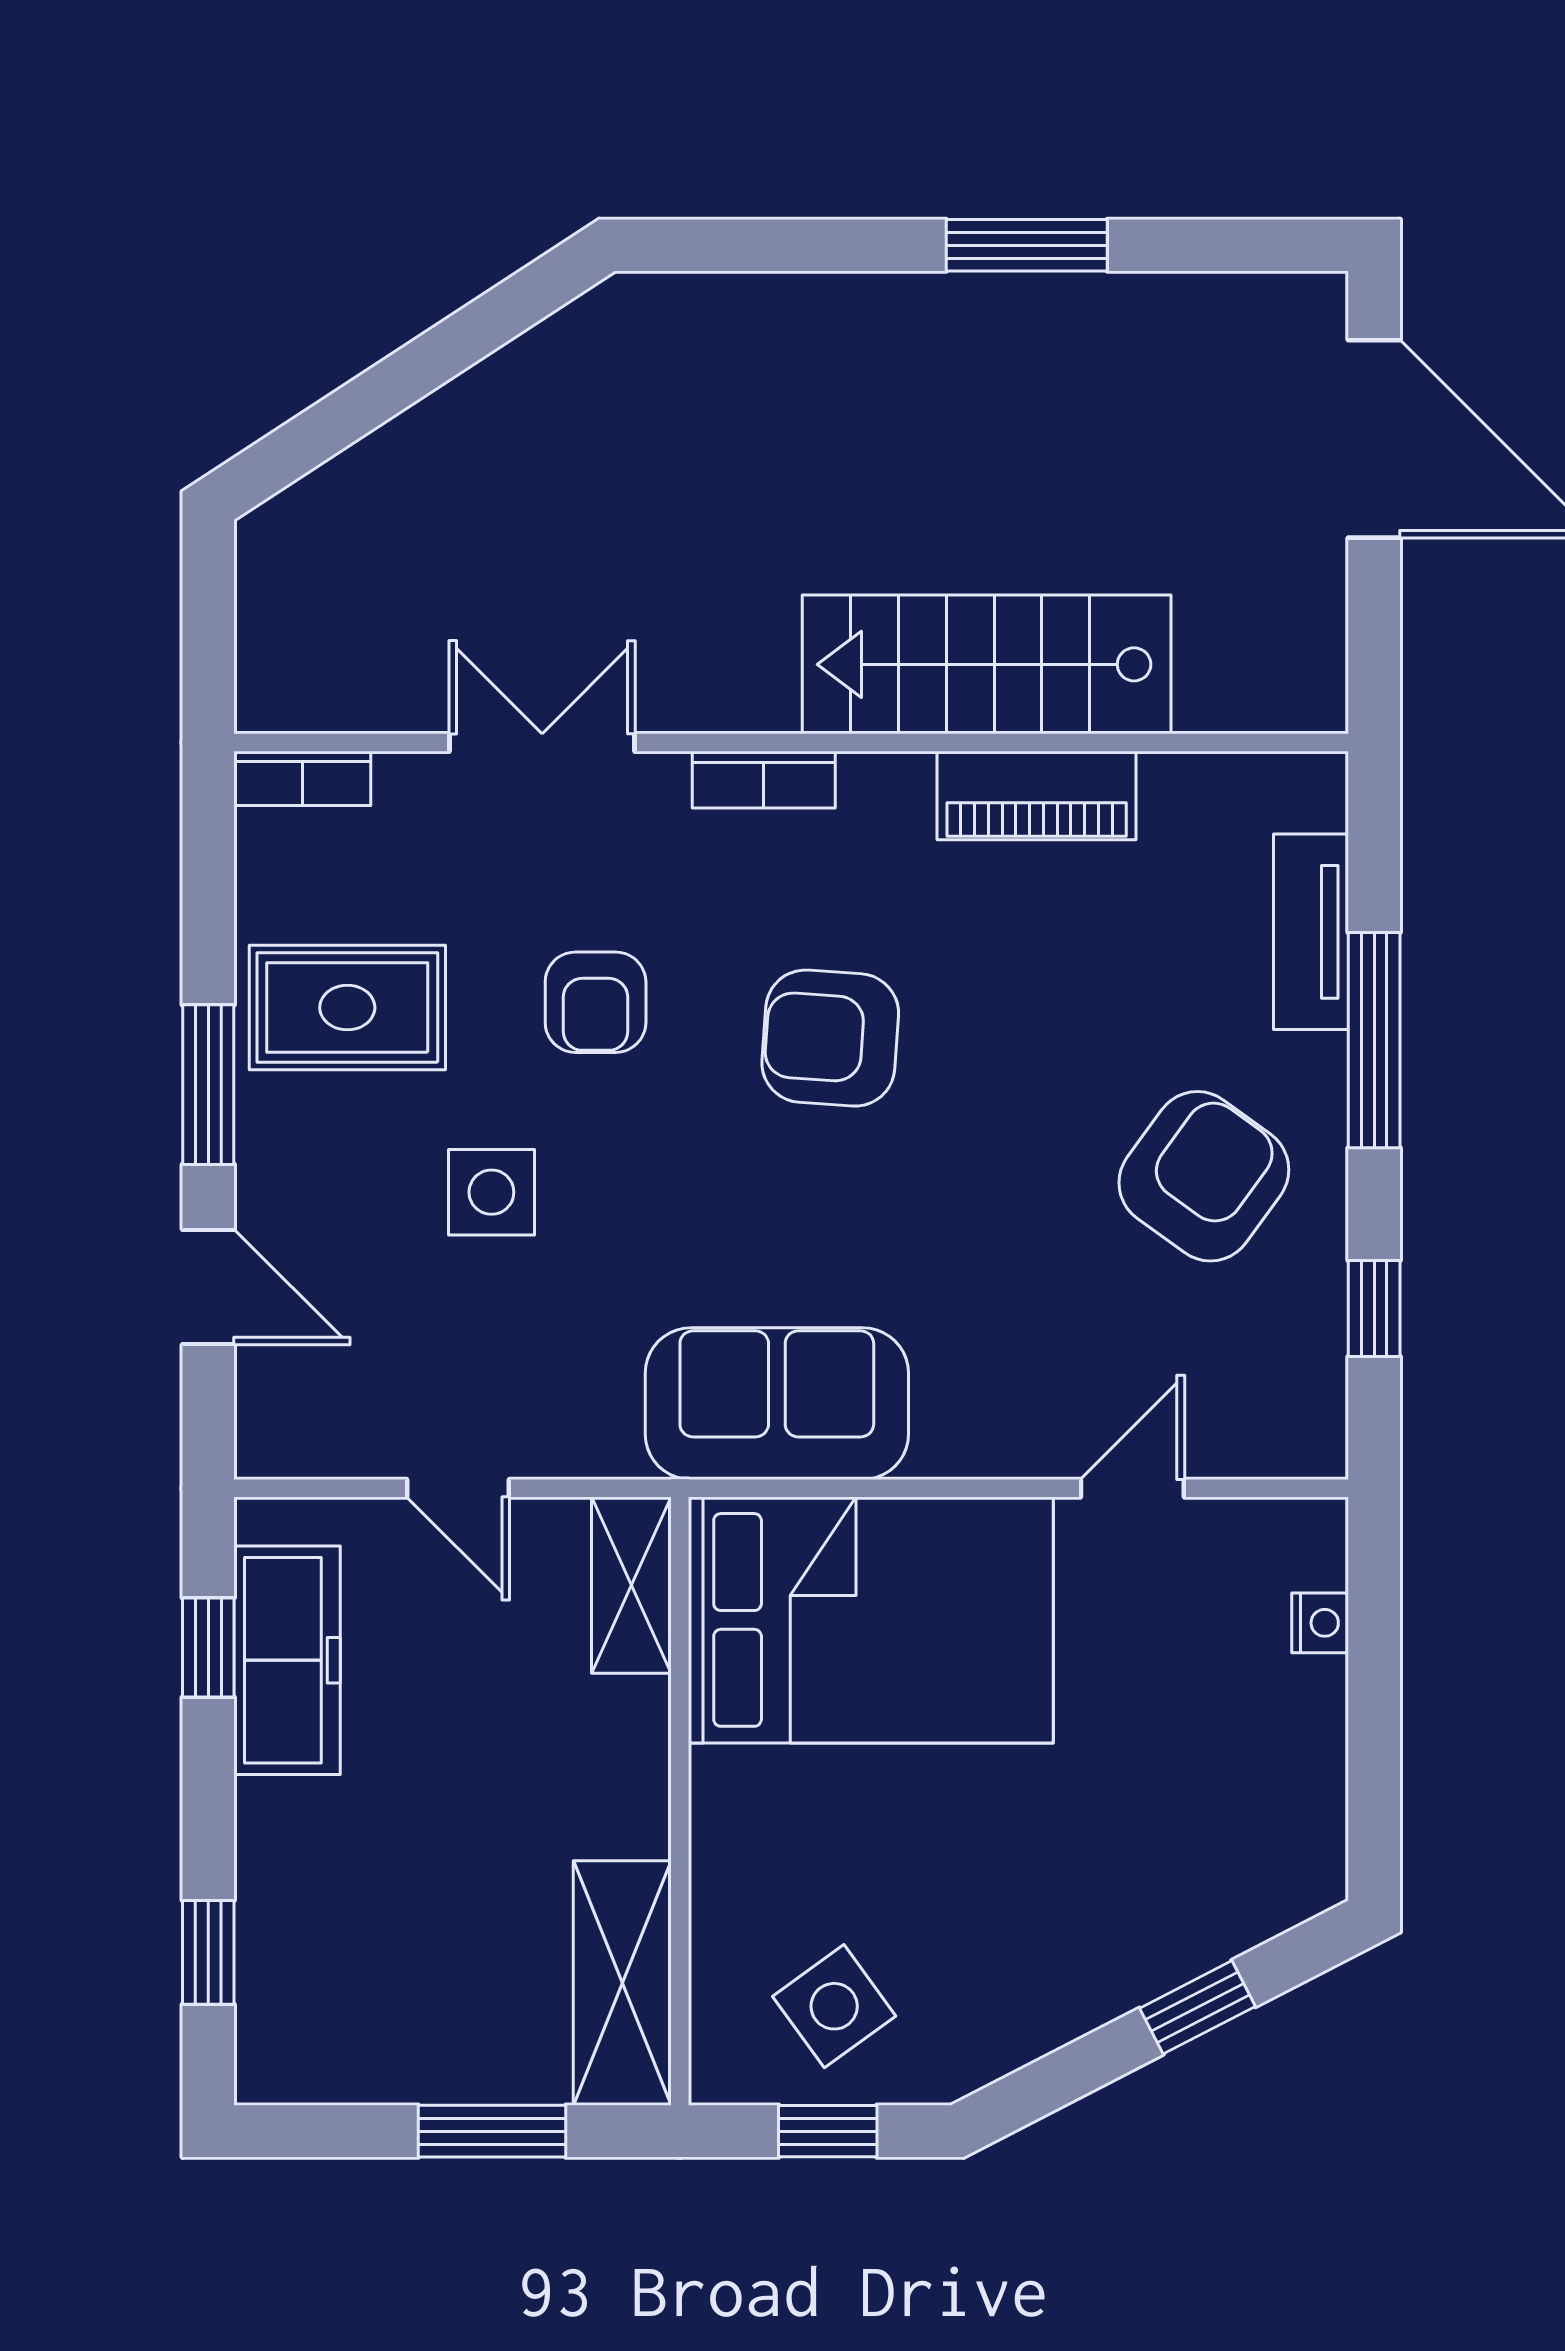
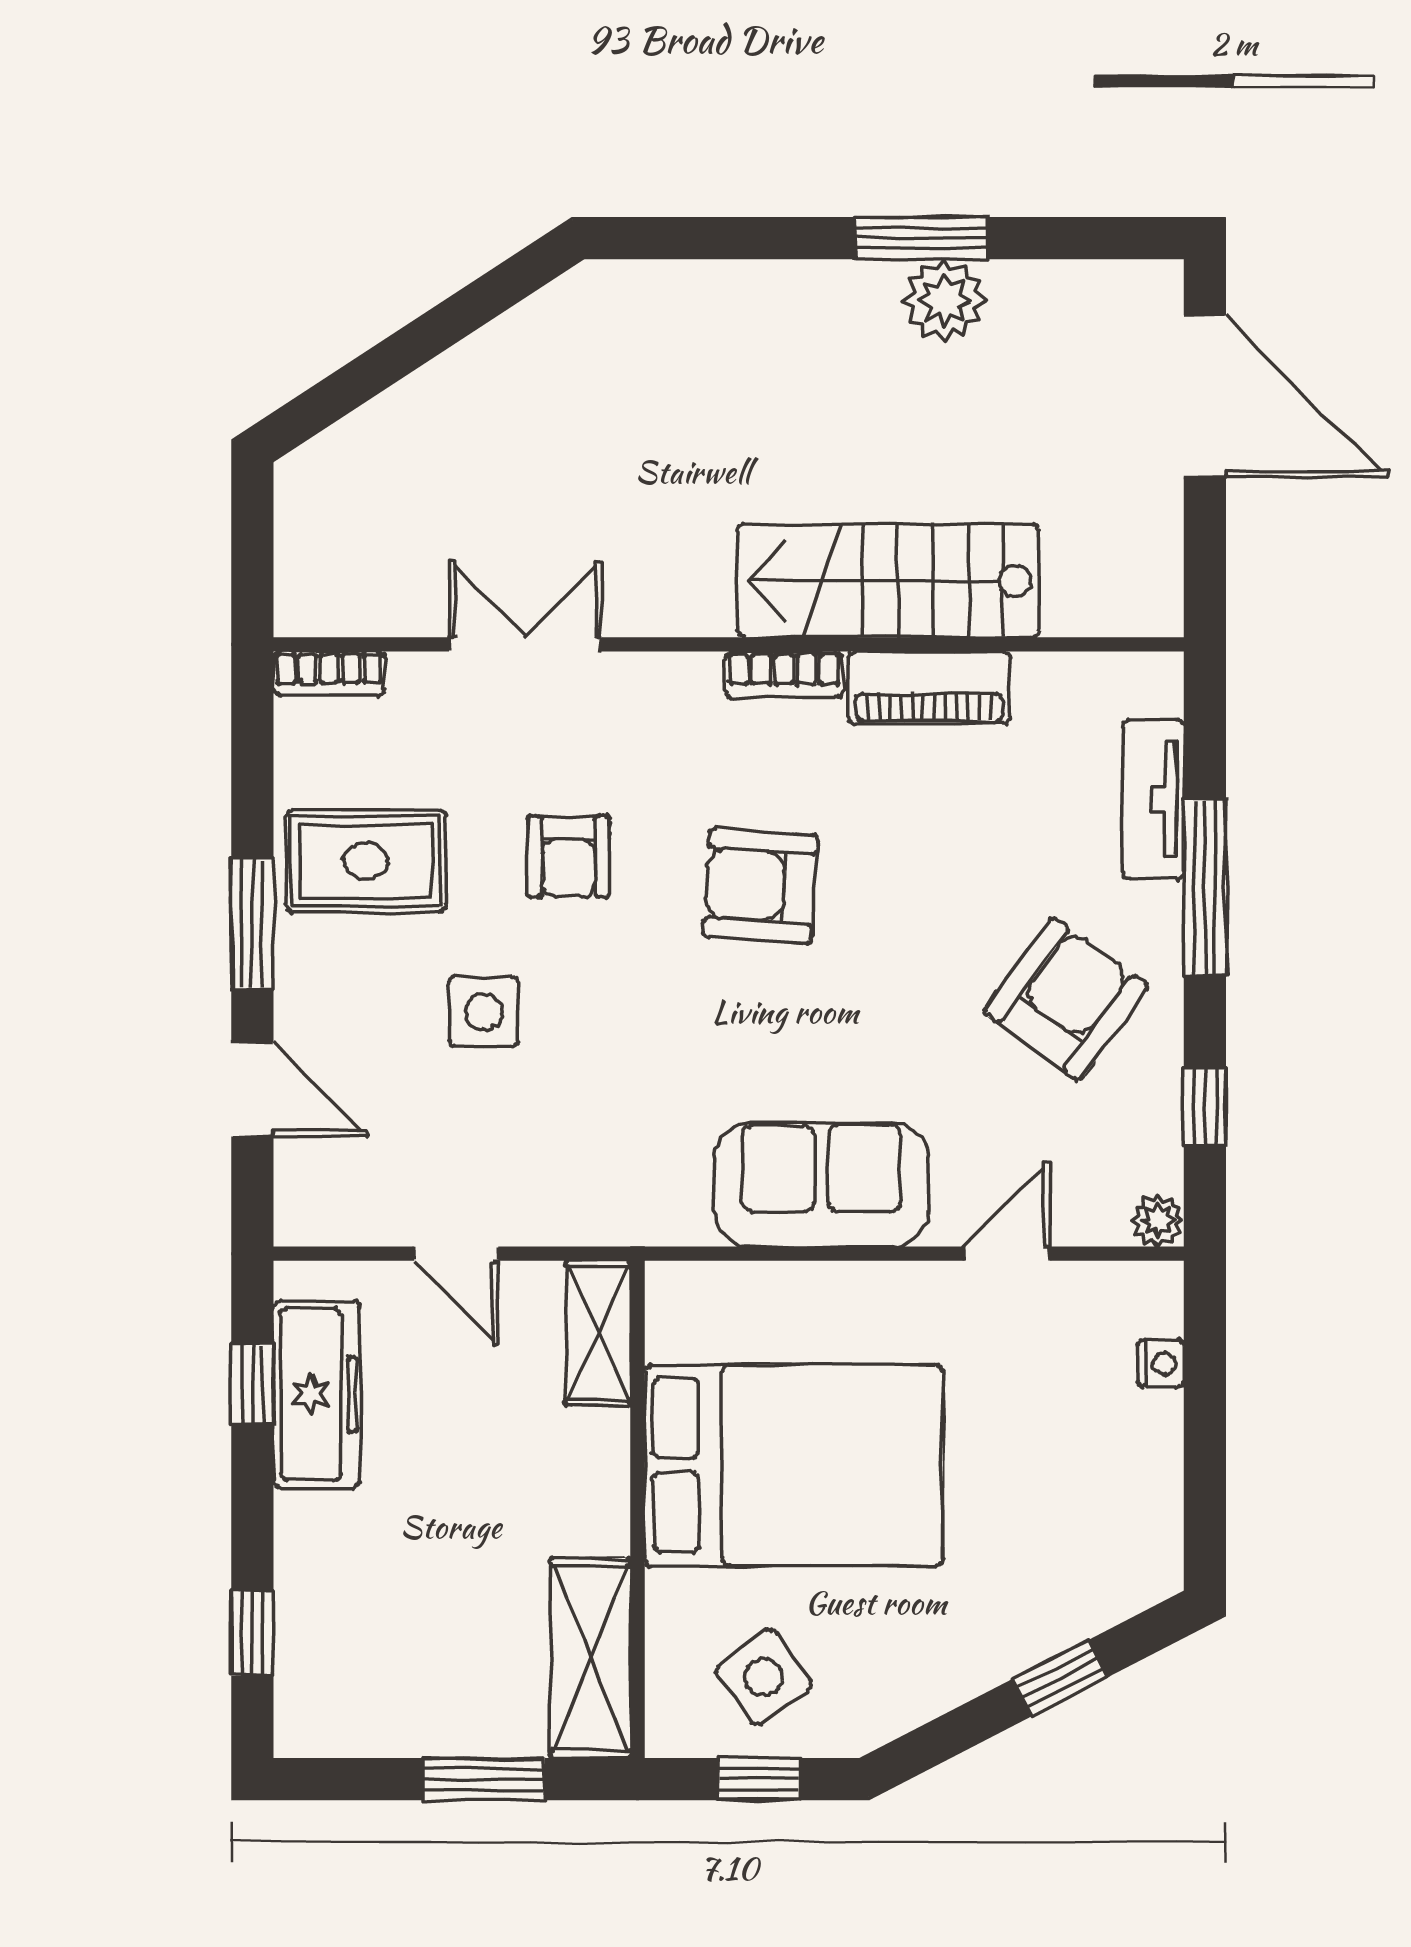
plant: (1055, 321) -> (944, 300), added
bookcase: (764, 780) -> (784, 675), moved
sofa: (777, 1404) -> (821, 1185), moved
plant: (1316, 1448) -> (1158, 1220), added
bed: (871, 1620) -> (794, 1465), moved

